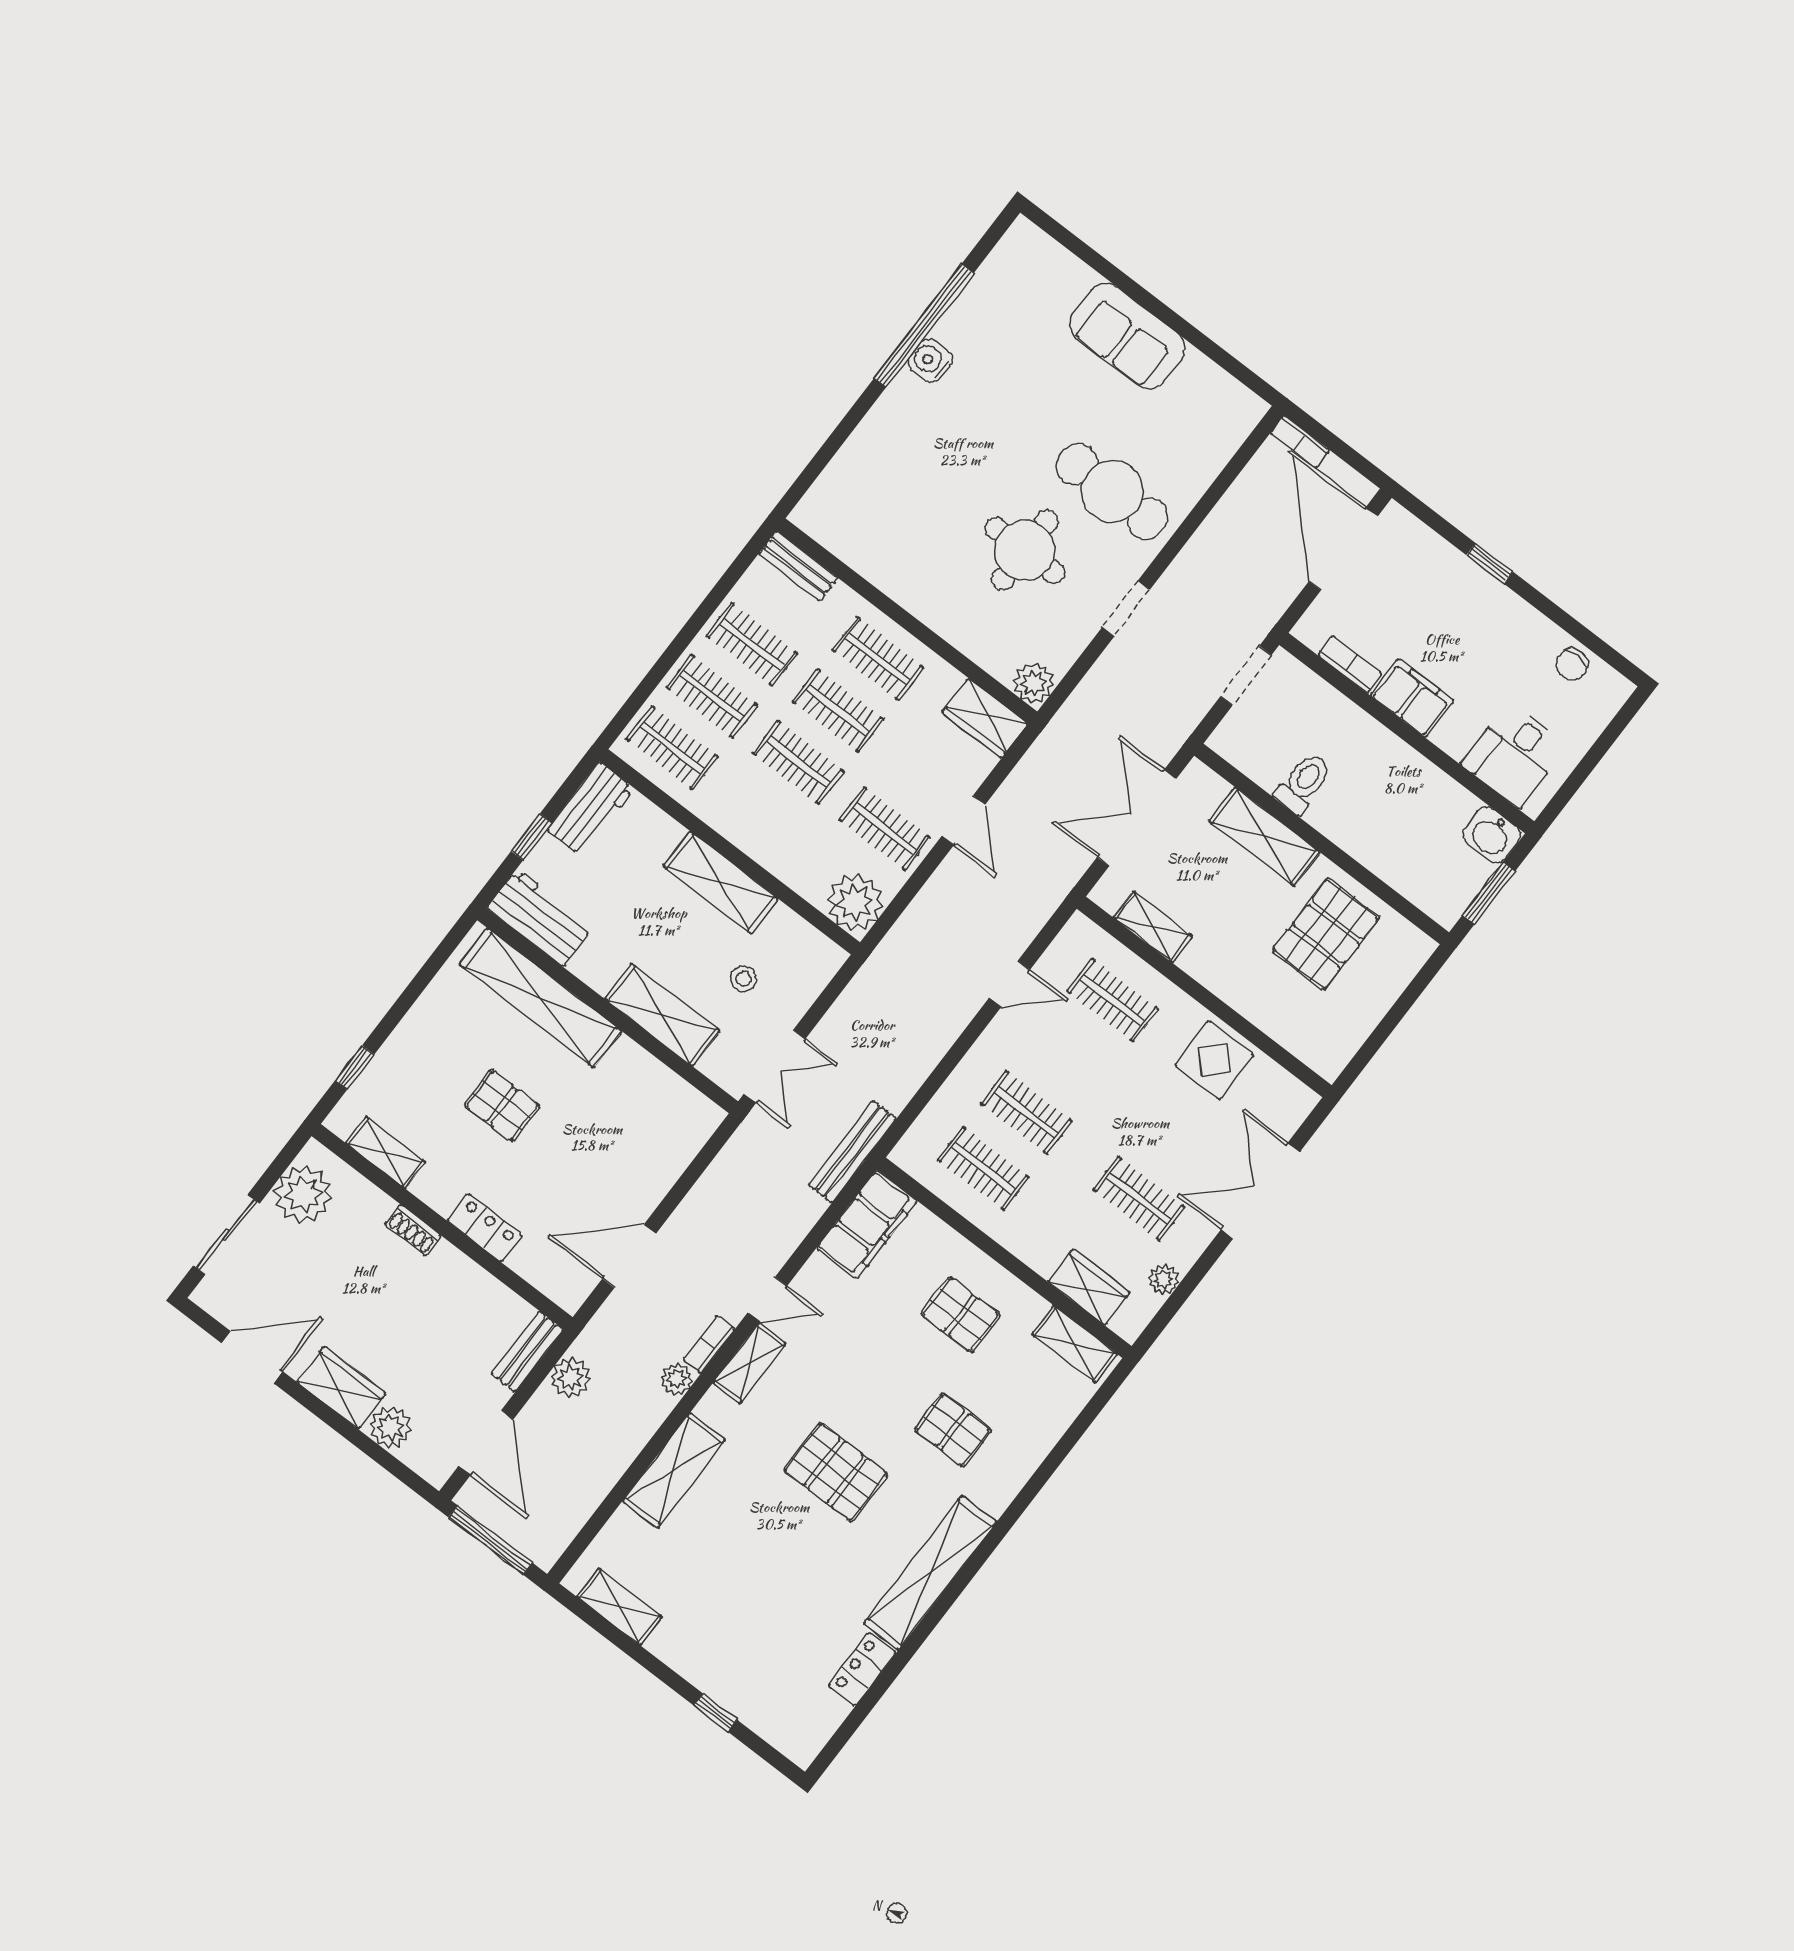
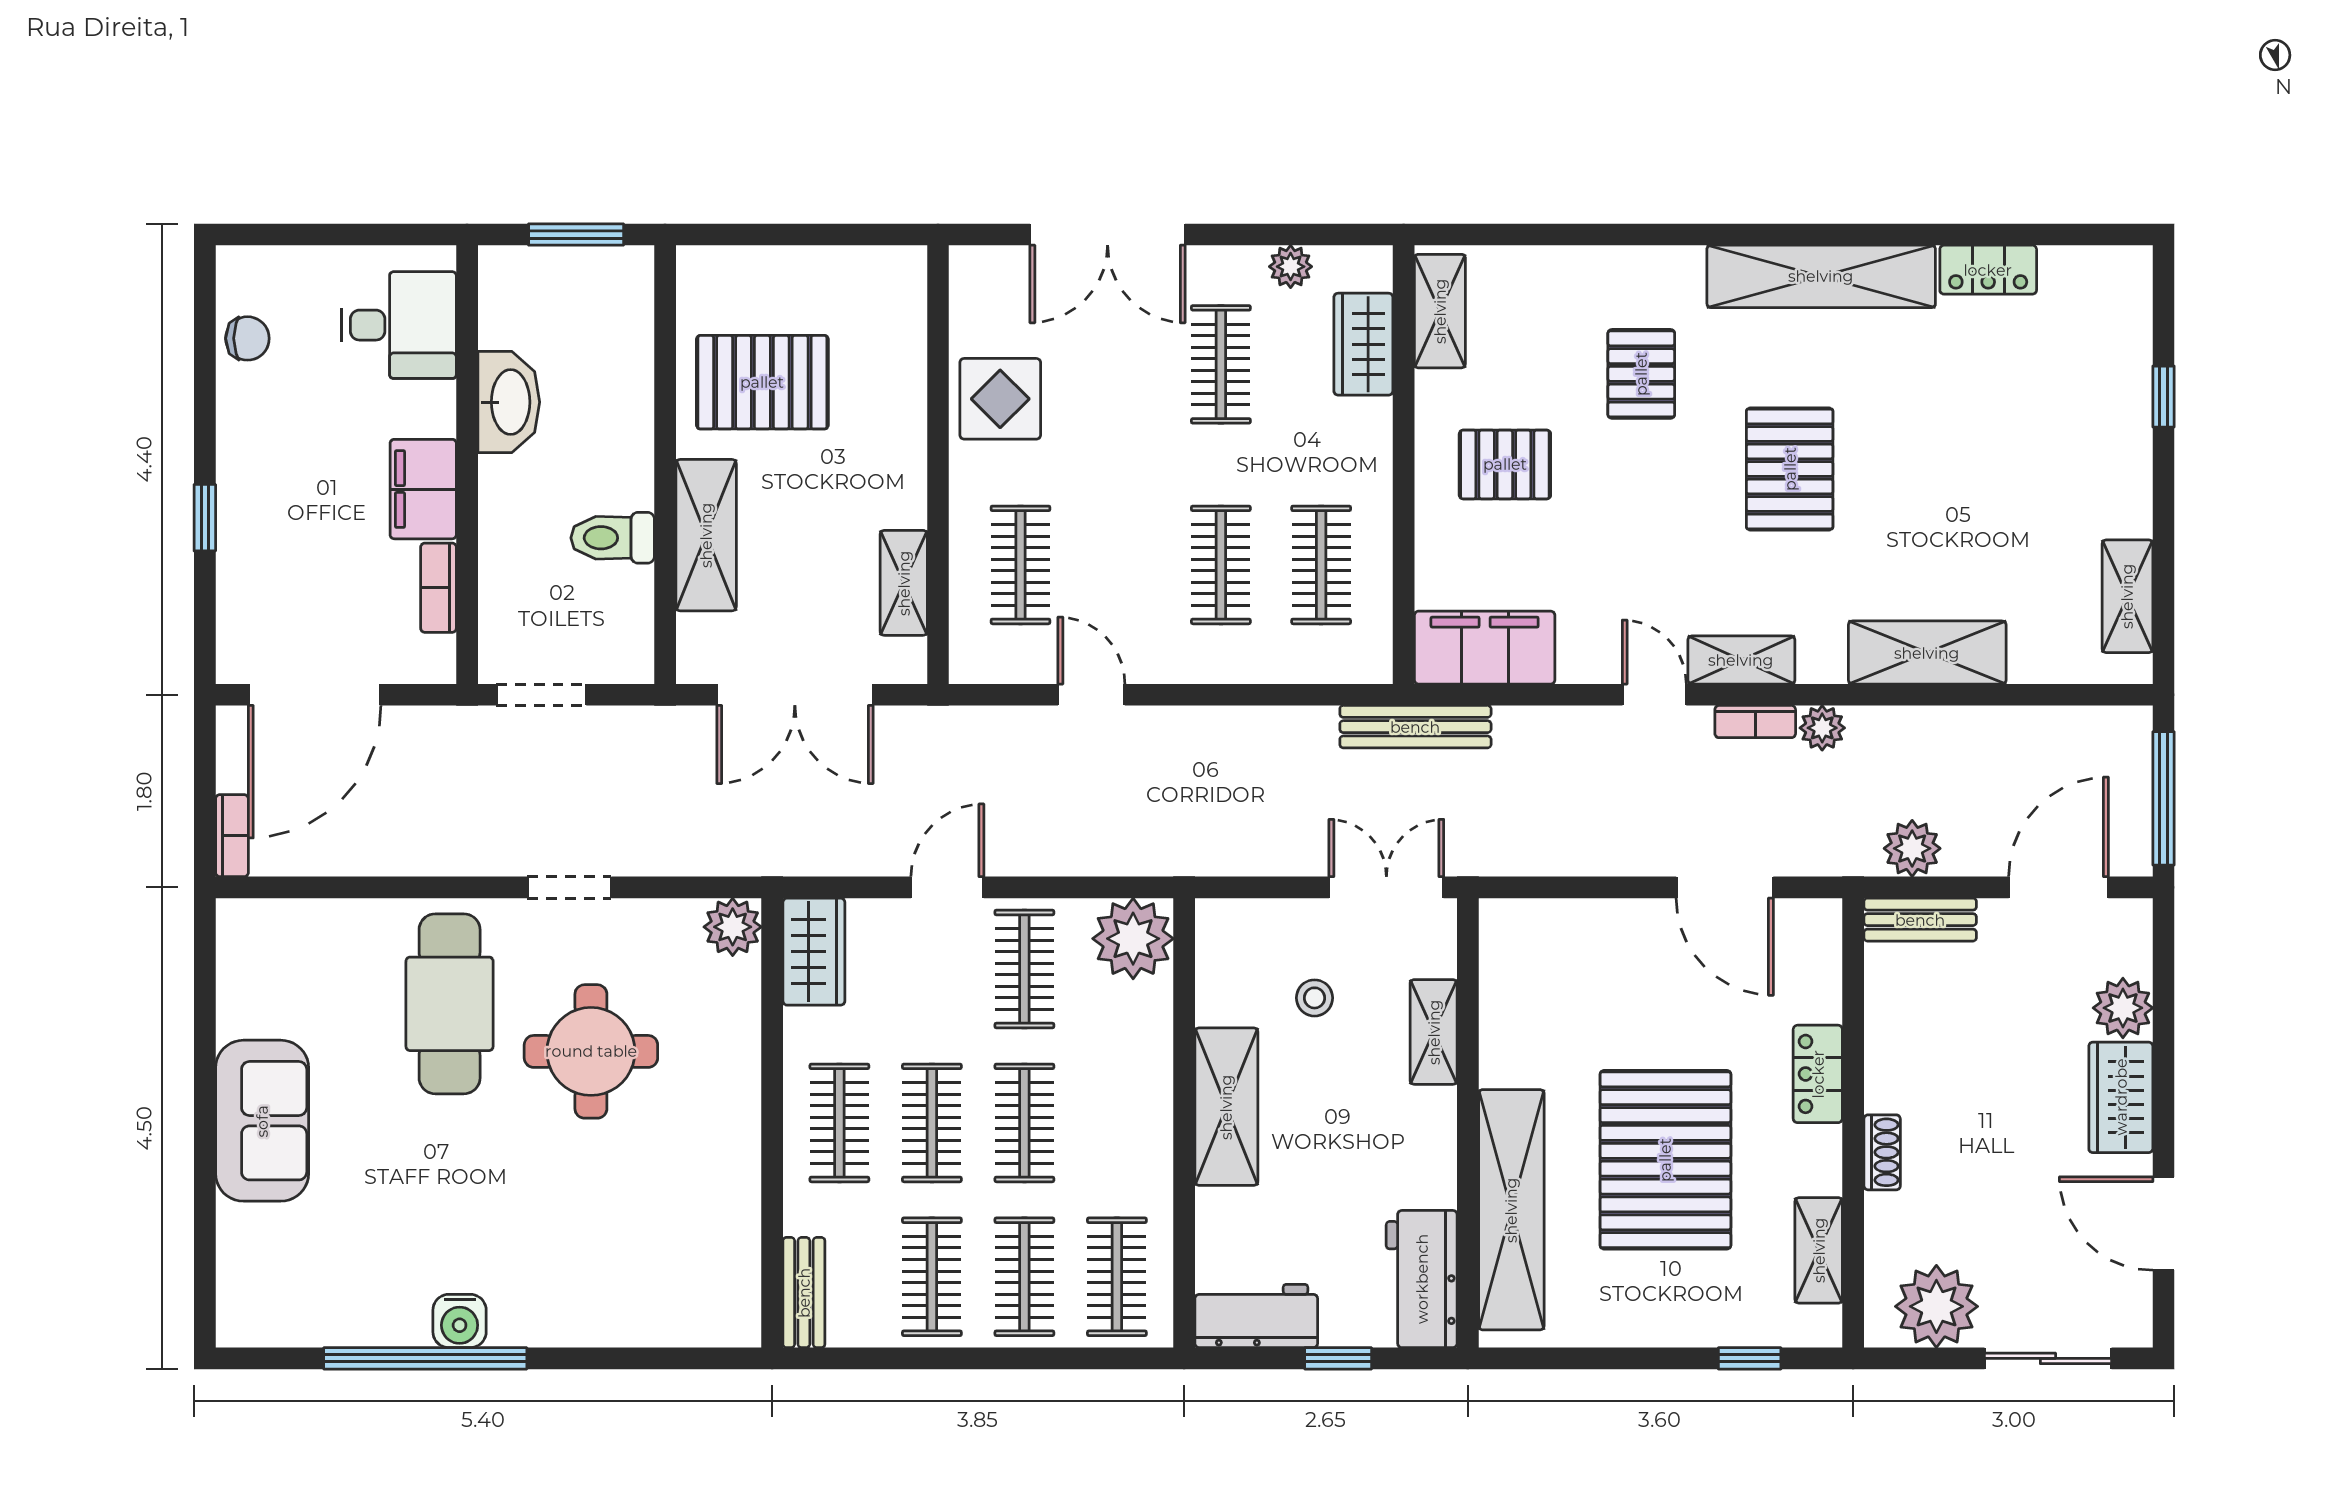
washbasin: (1491, 835) -> (509, 402), moved, width x1.38
shelving: (662, 1015) -> (1434, 1032), width x0.67, depth x0.75
pallet: (502, 1106) -> (1665, 1160), width x2.05, depth x2.00
pallet: (961, 1315) -> (1505, 464), turned 90

